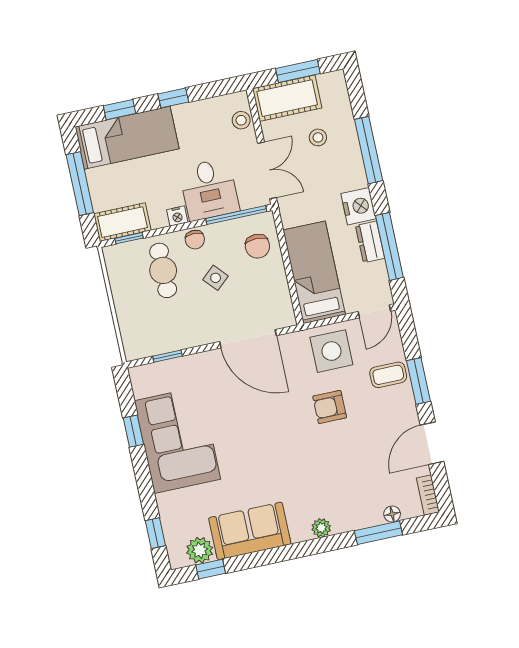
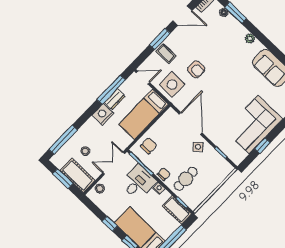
window: (369, 150) -> (63, 140), moved
side table: (216, 278) -> (198, 147), moved

